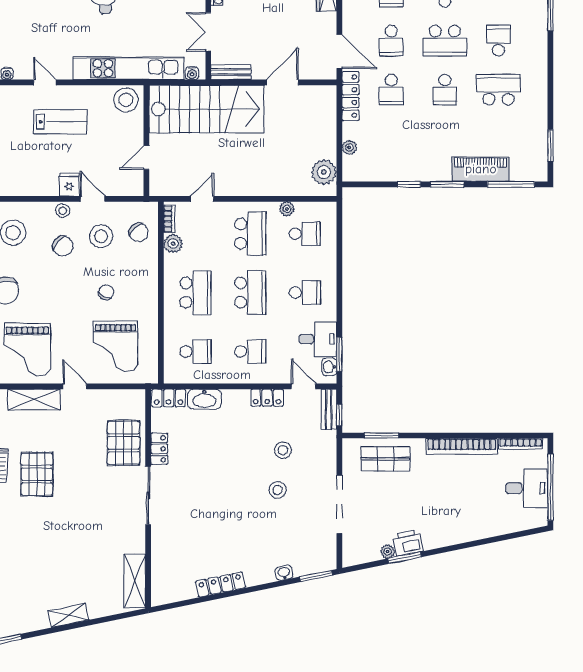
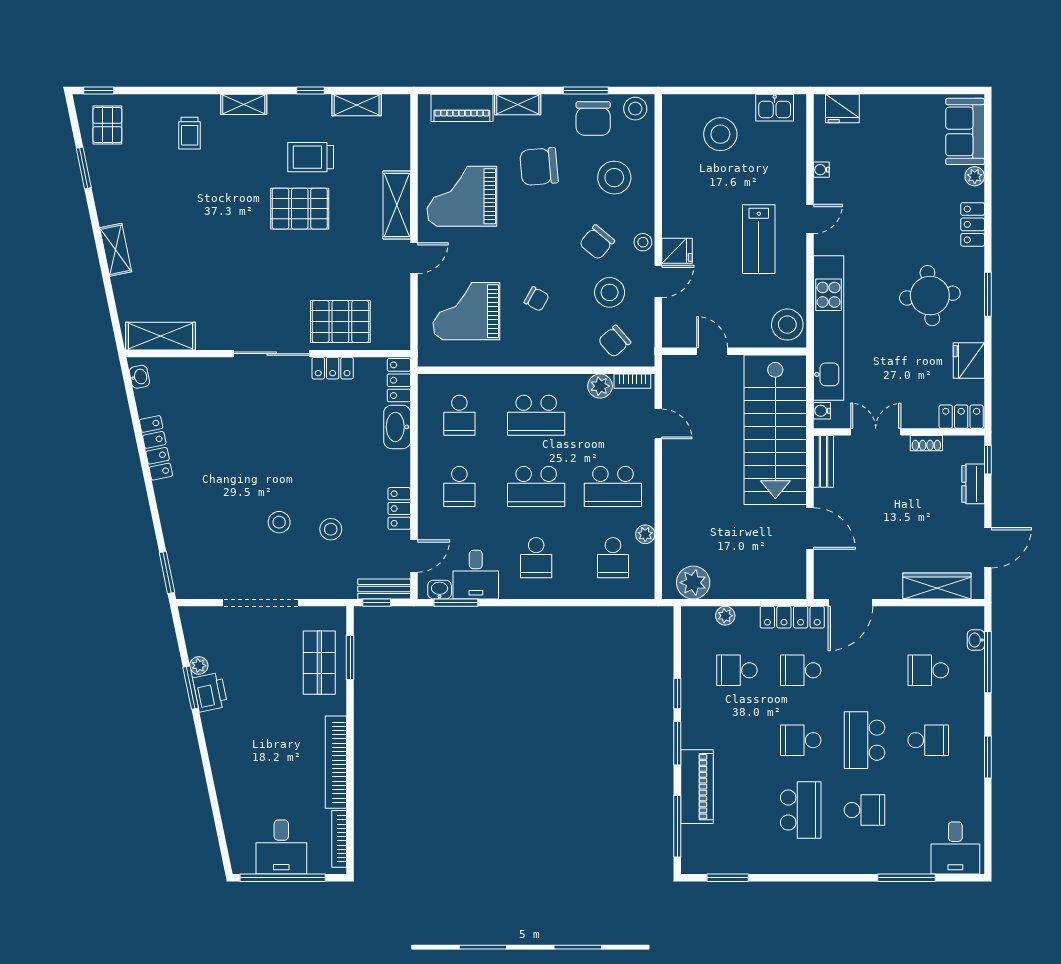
school desk: (391, 41) -> (737, 670), moved
washbasin: (284, 573) -> (139, 377), moved

